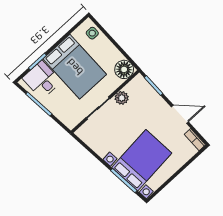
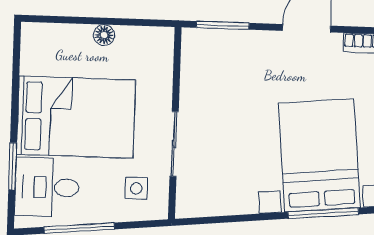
side table: (92, 33) -> (136, 188), moved
floor lamp: (124, 69) -> (104, 35), moved, width x0.53, depth x0.53
plant: (122, 98) -> (194, 93), removed

